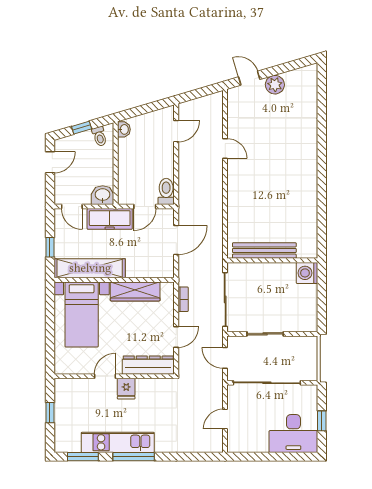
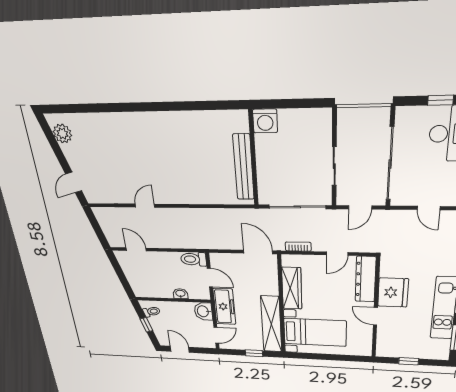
plant: (275, 85) -> (62, 134), moved
washbasin: (124, 129) -> (180, 294), moved
door: (176, 240) -> (258, 252), moved
door: (176, 337) -> (337, 254), swing flipped
fridge: (126, 389) -> (393, 293), width x1.88, depth x1.34

